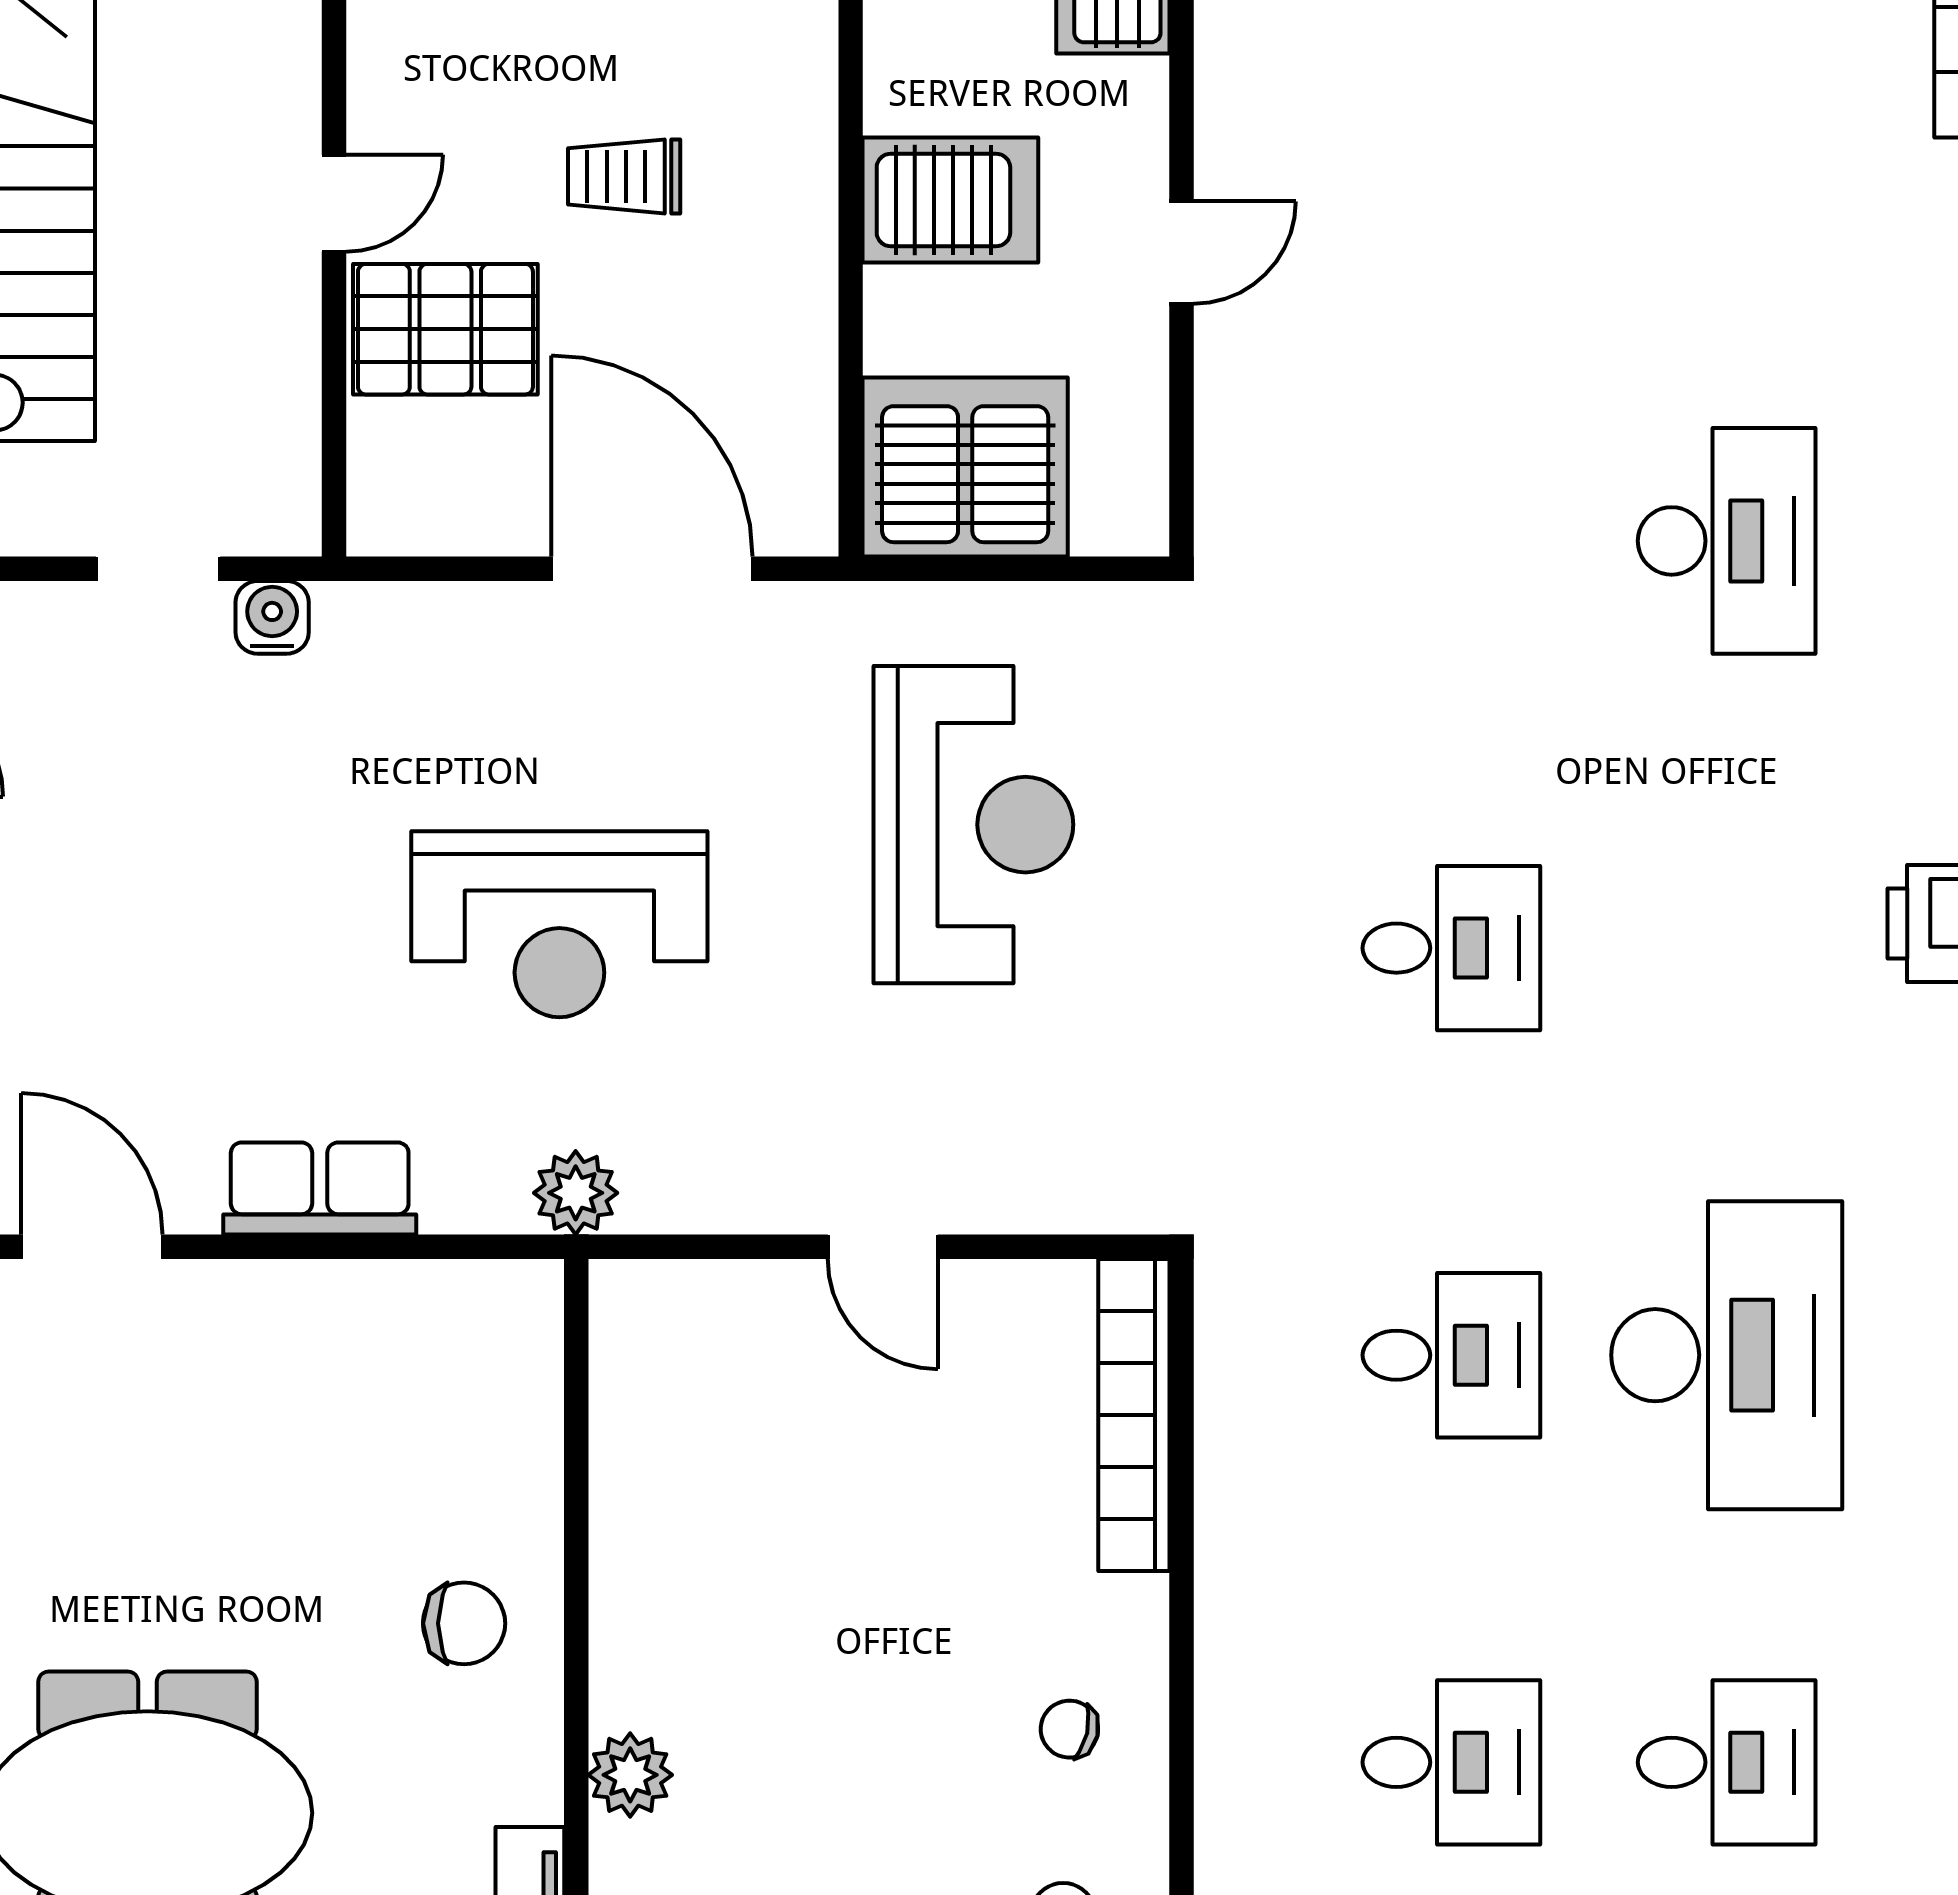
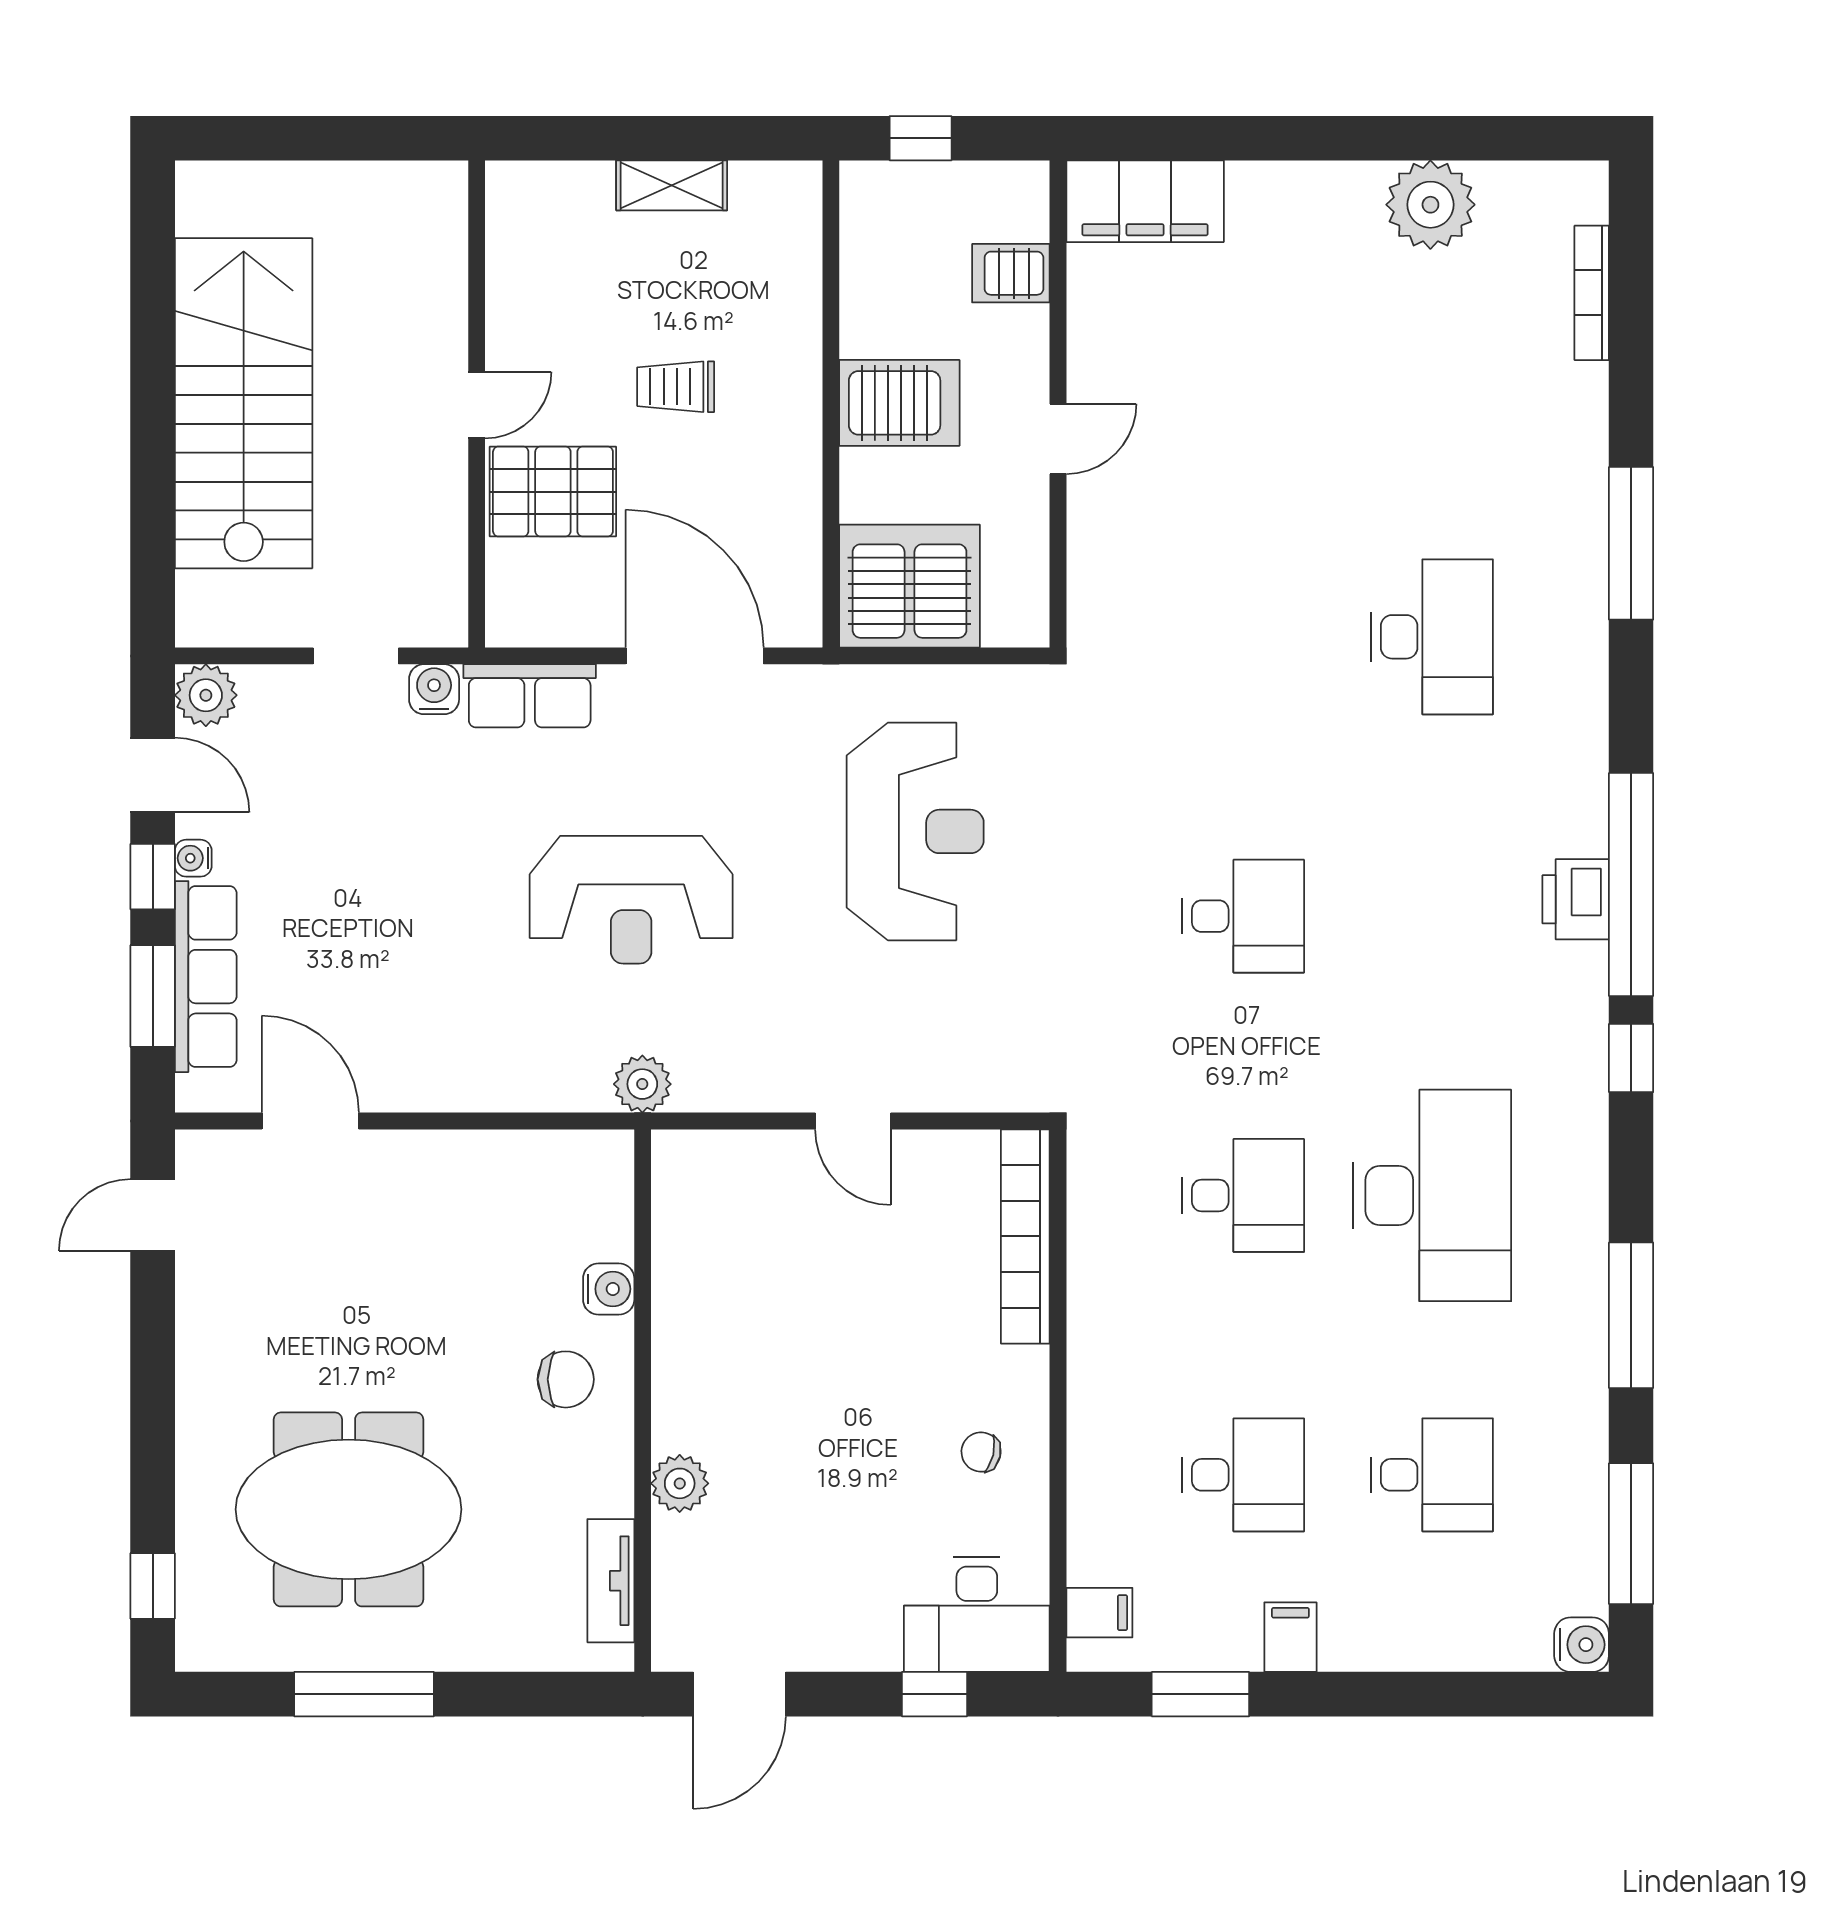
row of seats: (320, 1188) -> (530, 696), moved, turned 180
water cooler: (527, 1492) -> (609, 1289), added

